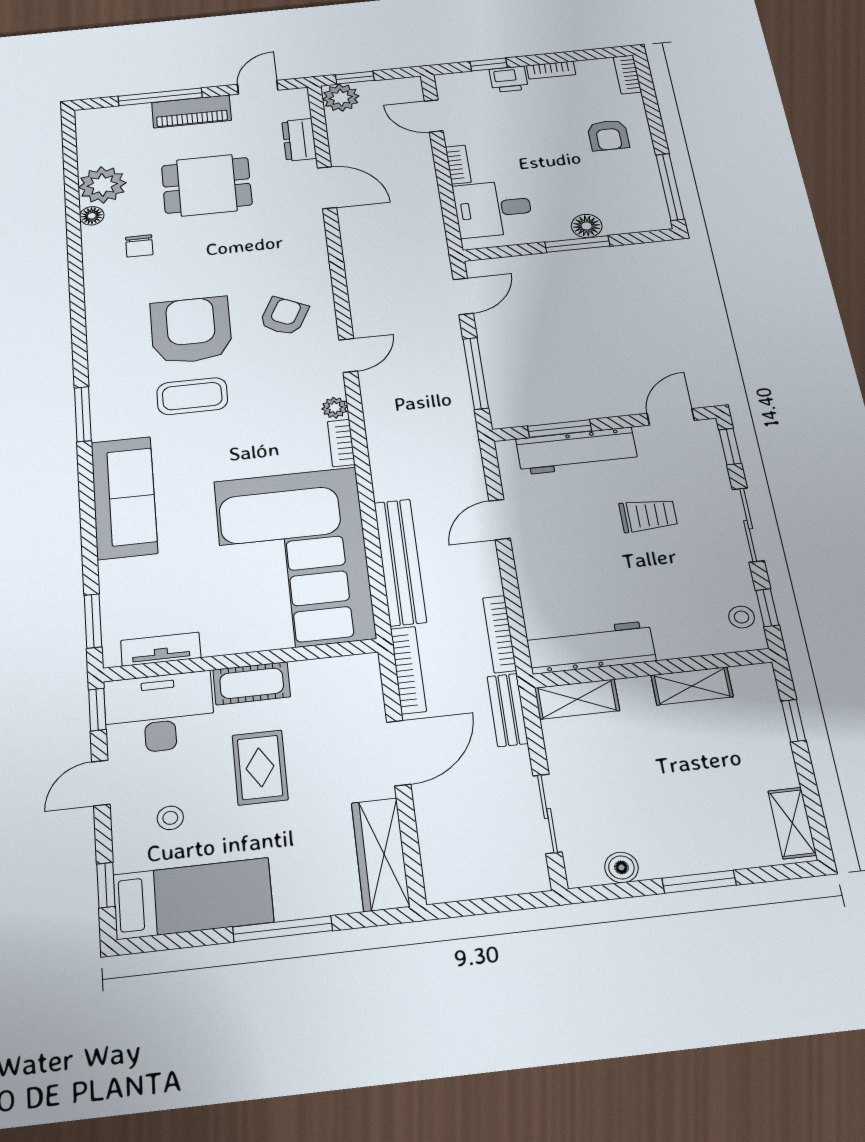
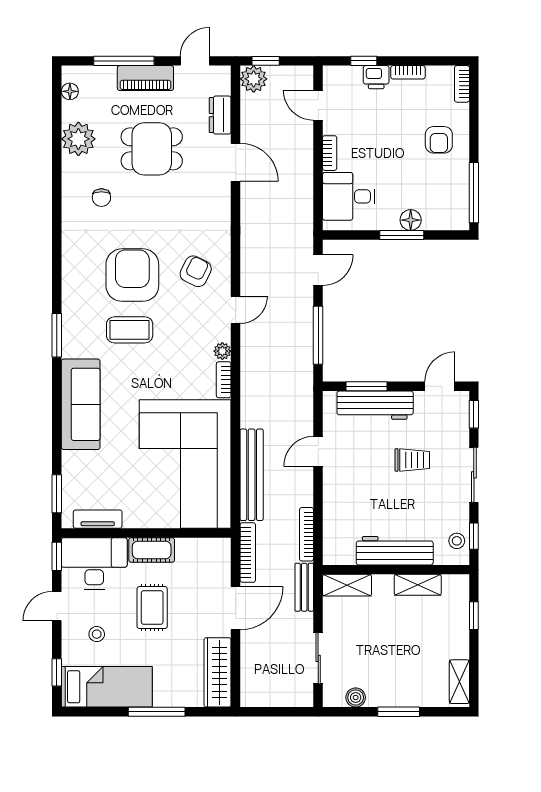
floor lamp: (92, 216) -> (70, 91), moved
workbench: (591, 647) -> (395, 551), moved

